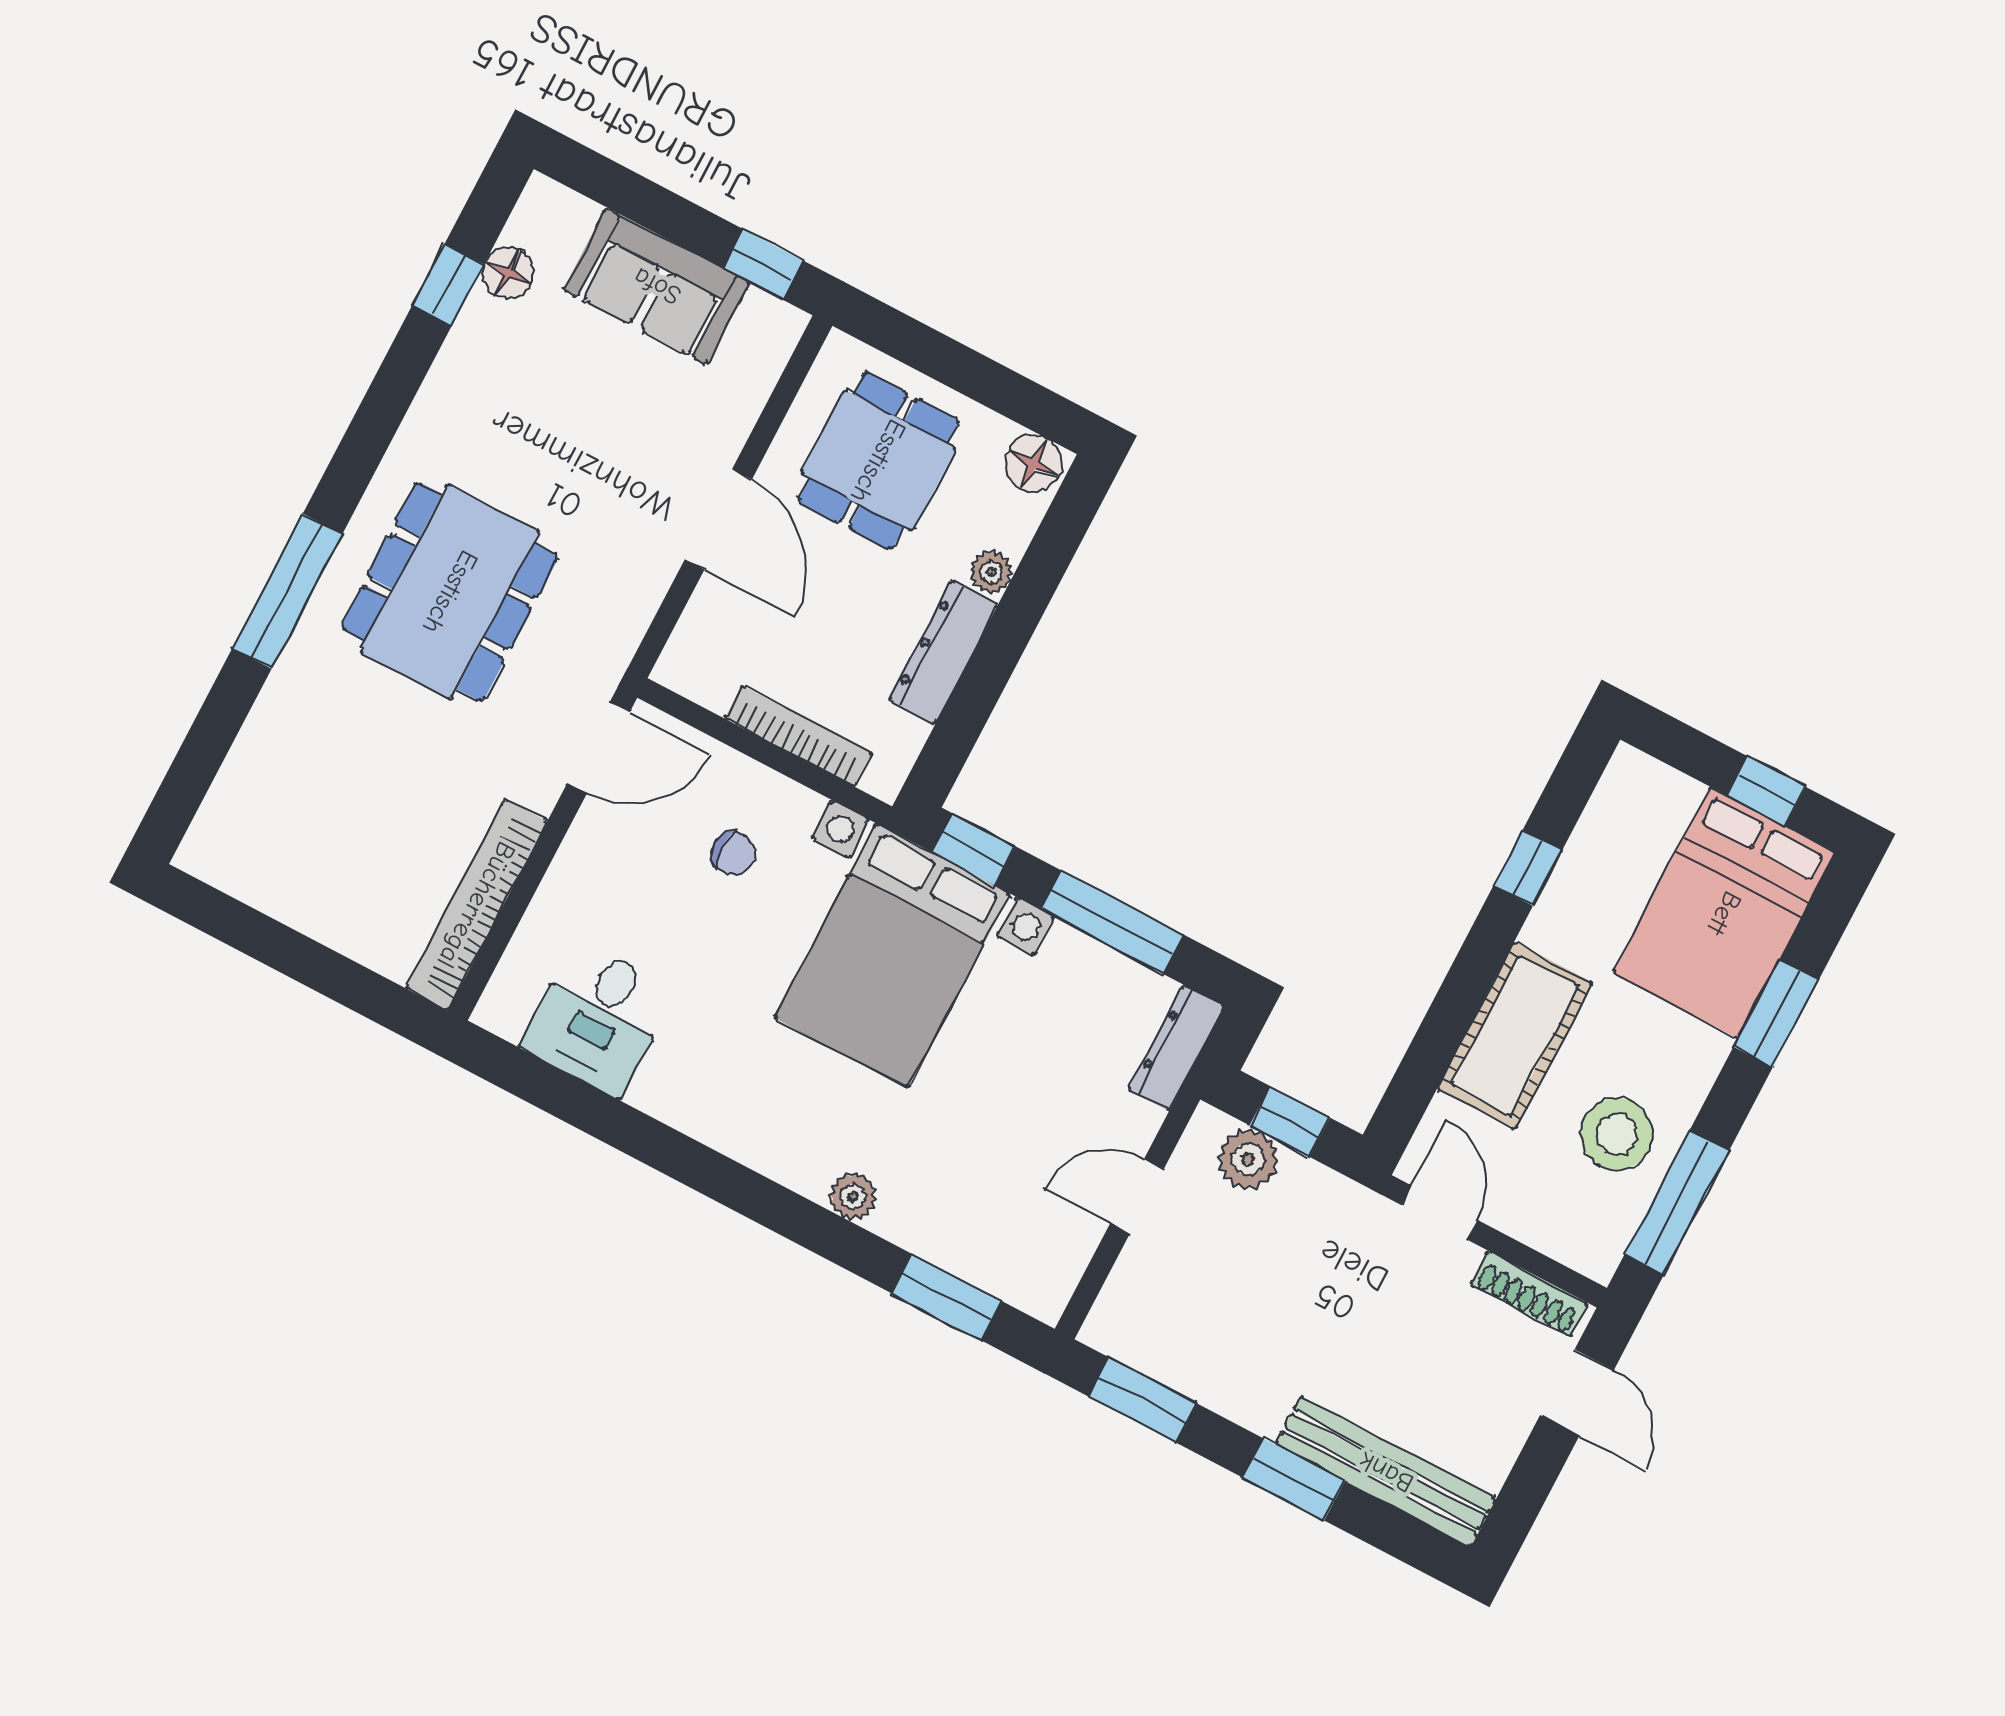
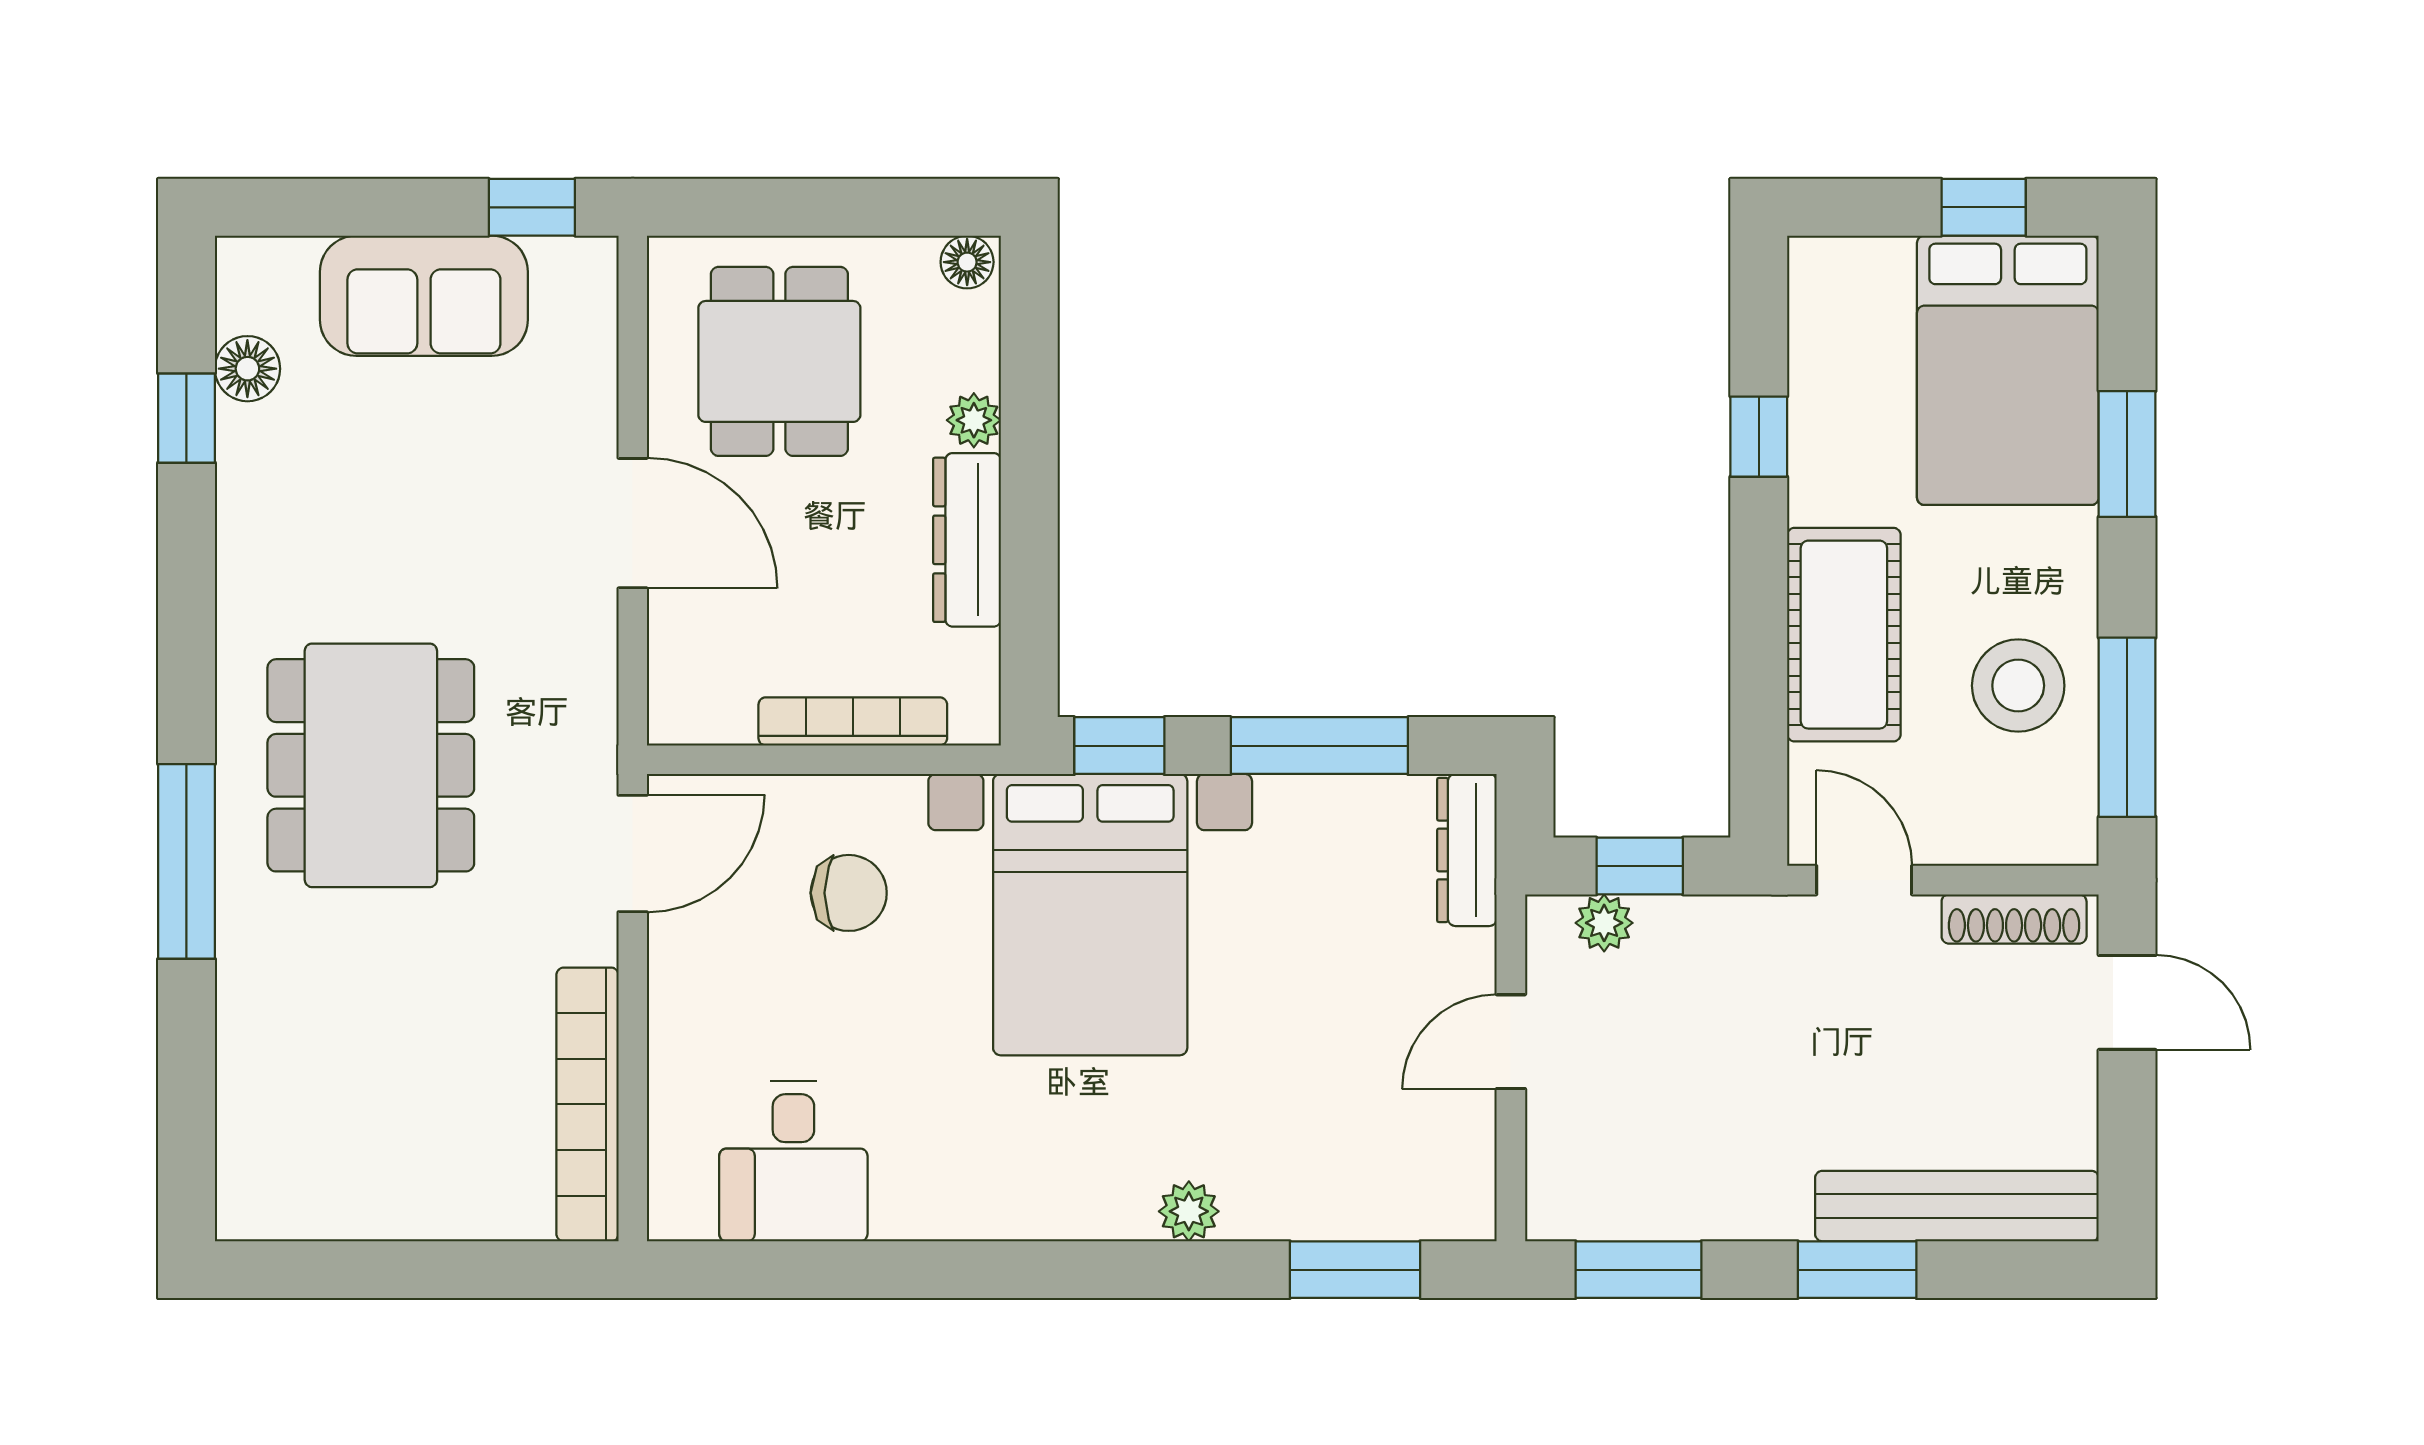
floor lamp: (1034, 463) -> (967, 262), width x0.73, depth x0.73
chair: (733, 853) -> (849, 893), width x1.37, depth x1.37
plant: (1248, 1159) -> (1604, 923), width x0.73, depth x0.73

